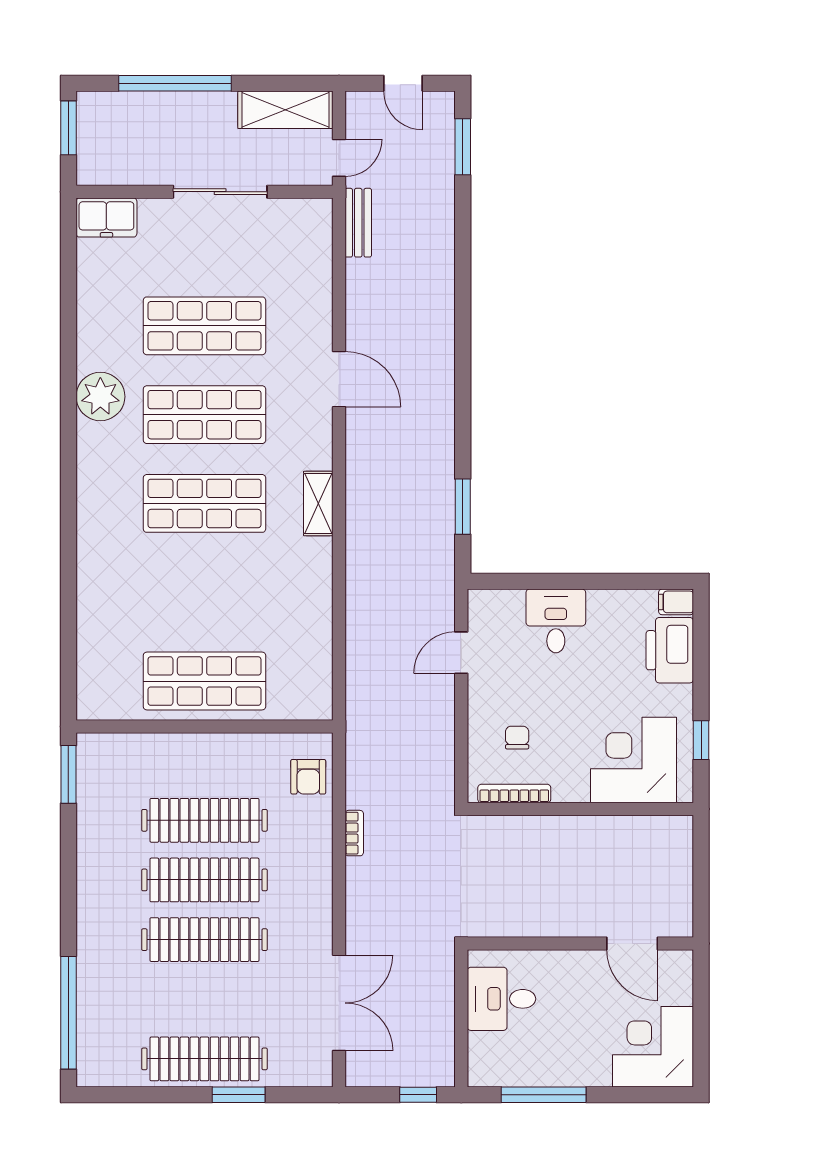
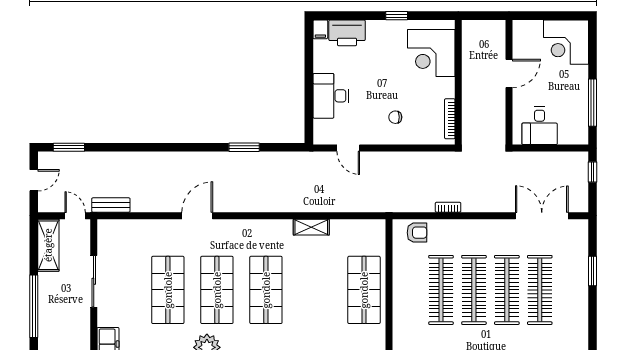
shelving: (318, 503) -> (311, 227), moved
window: (463, 507) -> (244, 147), moved
desk: (556, 621) -> (331, 96), width x1.37
corner desk: (633, 760) -> (431, 53), moved
bookcase: (514, 794) -> (450, 119), moved
wall: (580, 809) -> (458, 82), moved
door: (632, 943) -> (509, 74), moved
clothes rail: (204, 1059) -> (540, 290), moved

